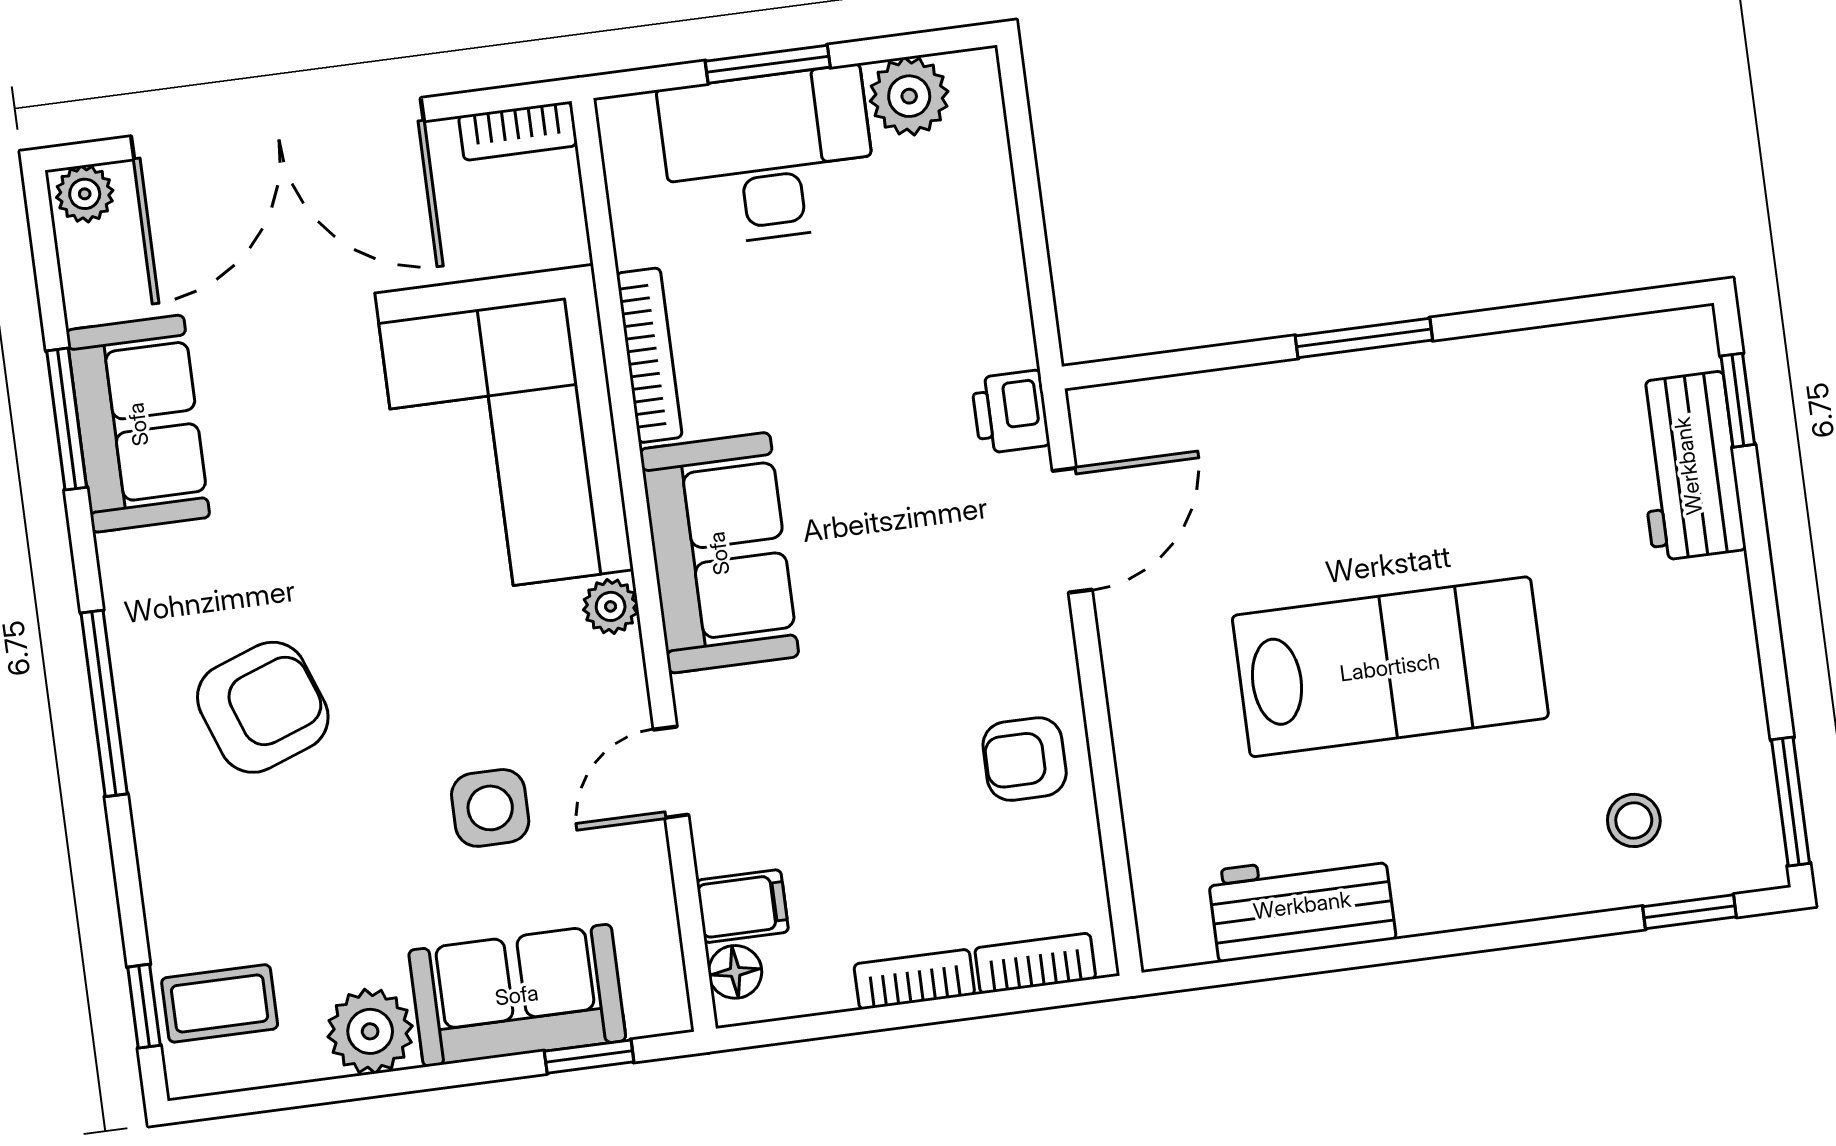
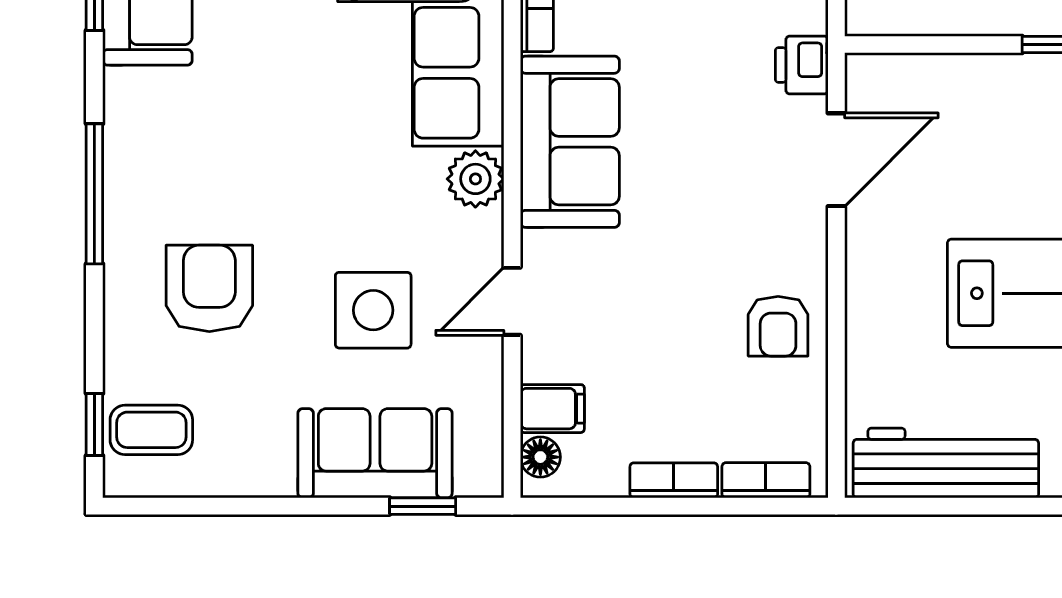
plant: (611, 606) -> (475, 179), width x1.38, depth x1.38
armchair: (263, 707) -> (209, 288), moved, turned -70
armchair: (1025, 759) -> (778, 326), turned -90
side table: (490, 808) -> (373, 310), width x1.37, depth x1.37
workbench: (1302, 905) -> (946, 463), width x1.38
plant: (370, 1031) -> (261, 466), removed

